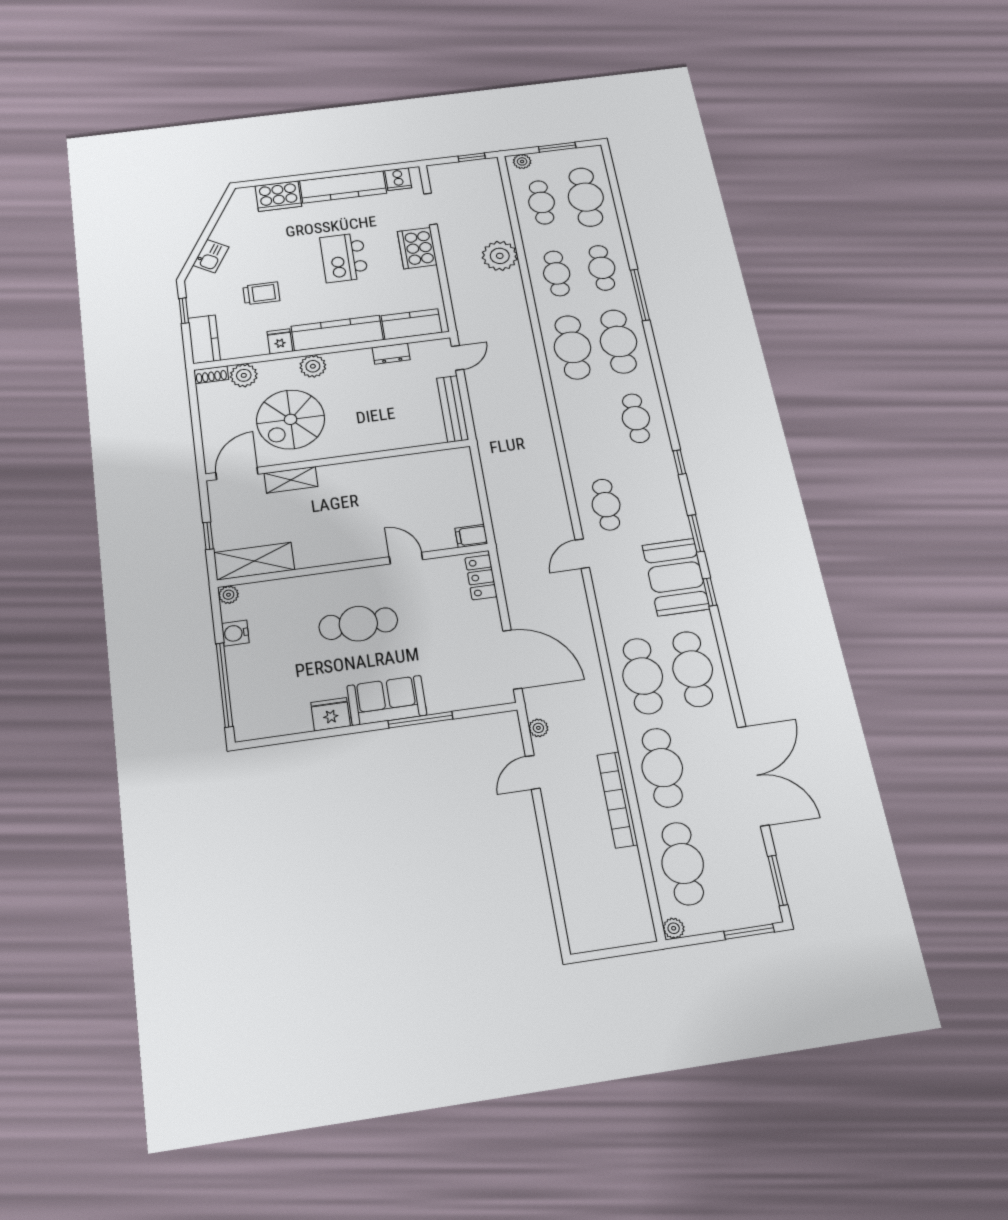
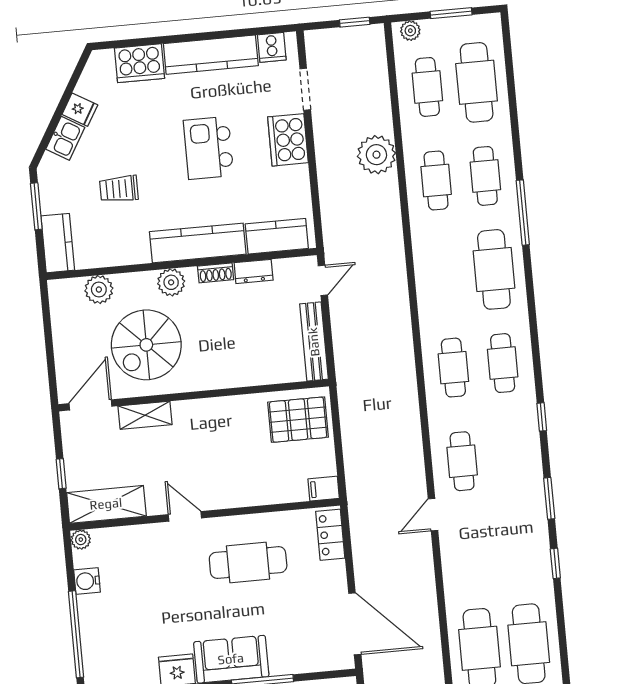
trolley: (261, 293) -> (119, 189), turned 180
window: (184, 311) -> (36, 206), width x1.50
fridge: (280, 341) -> (80, 110), moved, turned 120
cafe table: (572, 347) -> (453, 368), moved, width x0.73, depth x0.74
shoe rack: (211, 375) -> (216, 273), moved
pallet: (442, 476) -> (298, 420), added
door: (406, 558) -> (185, 516), moved
booth: (676, 577) -> (524, 545), removed
cafe table: (358, 624) -> (248, 563), moved

